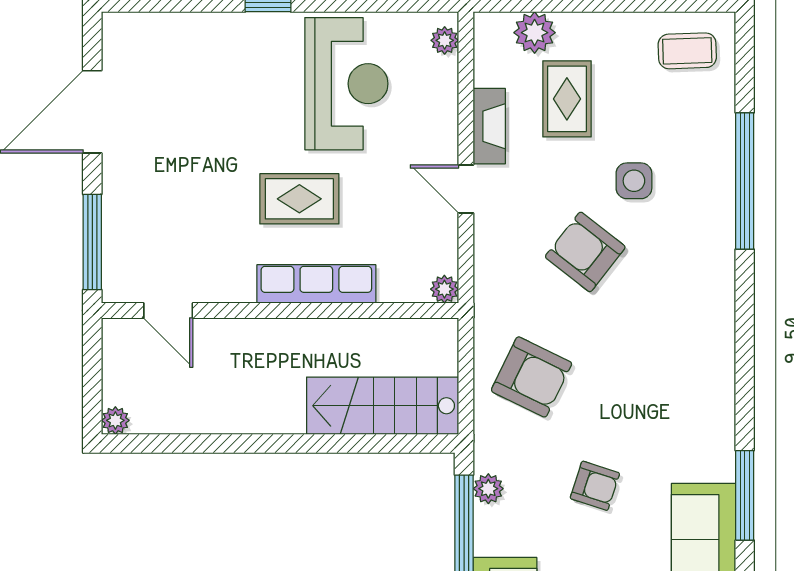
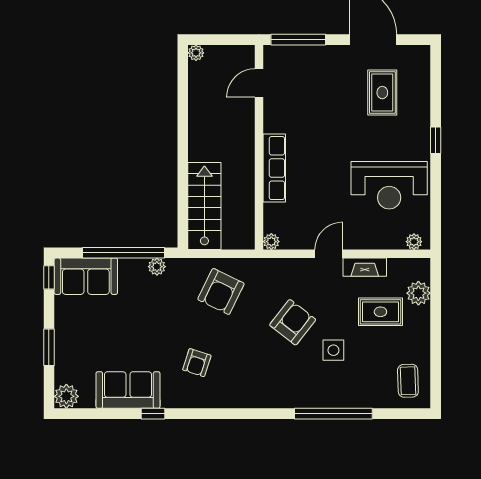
rug: (299, 199) -> (382, 93), moved
armchair: (595, 486) -> (197, 363), moved
window: (745, 495) -> (153, 414), width x0.46

